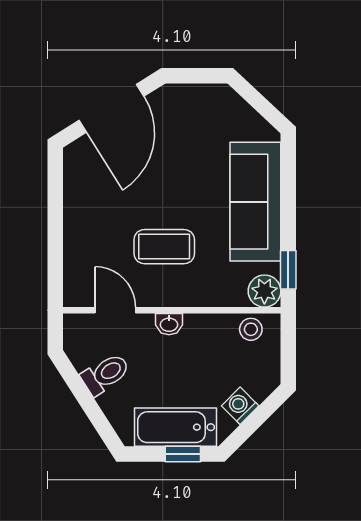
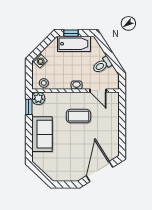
sofa: (255, 202) -> (42, 134), width x0.73
washing machine: (240, 406) -> (40, 61), moved

